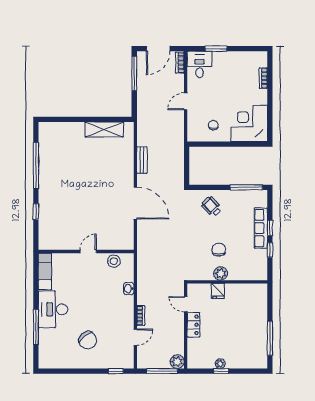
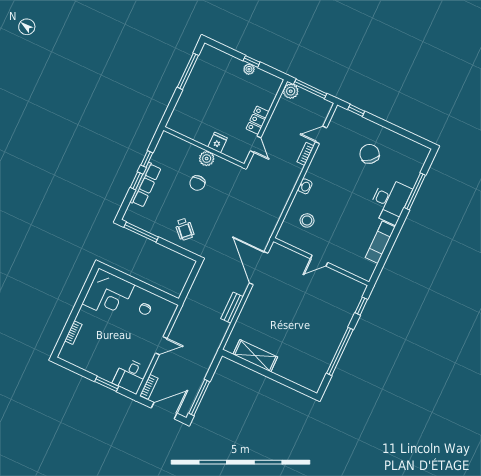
wall: (86, 252) -> (321, 262), moved
door: (88, 252) -> (319, 261), moved

